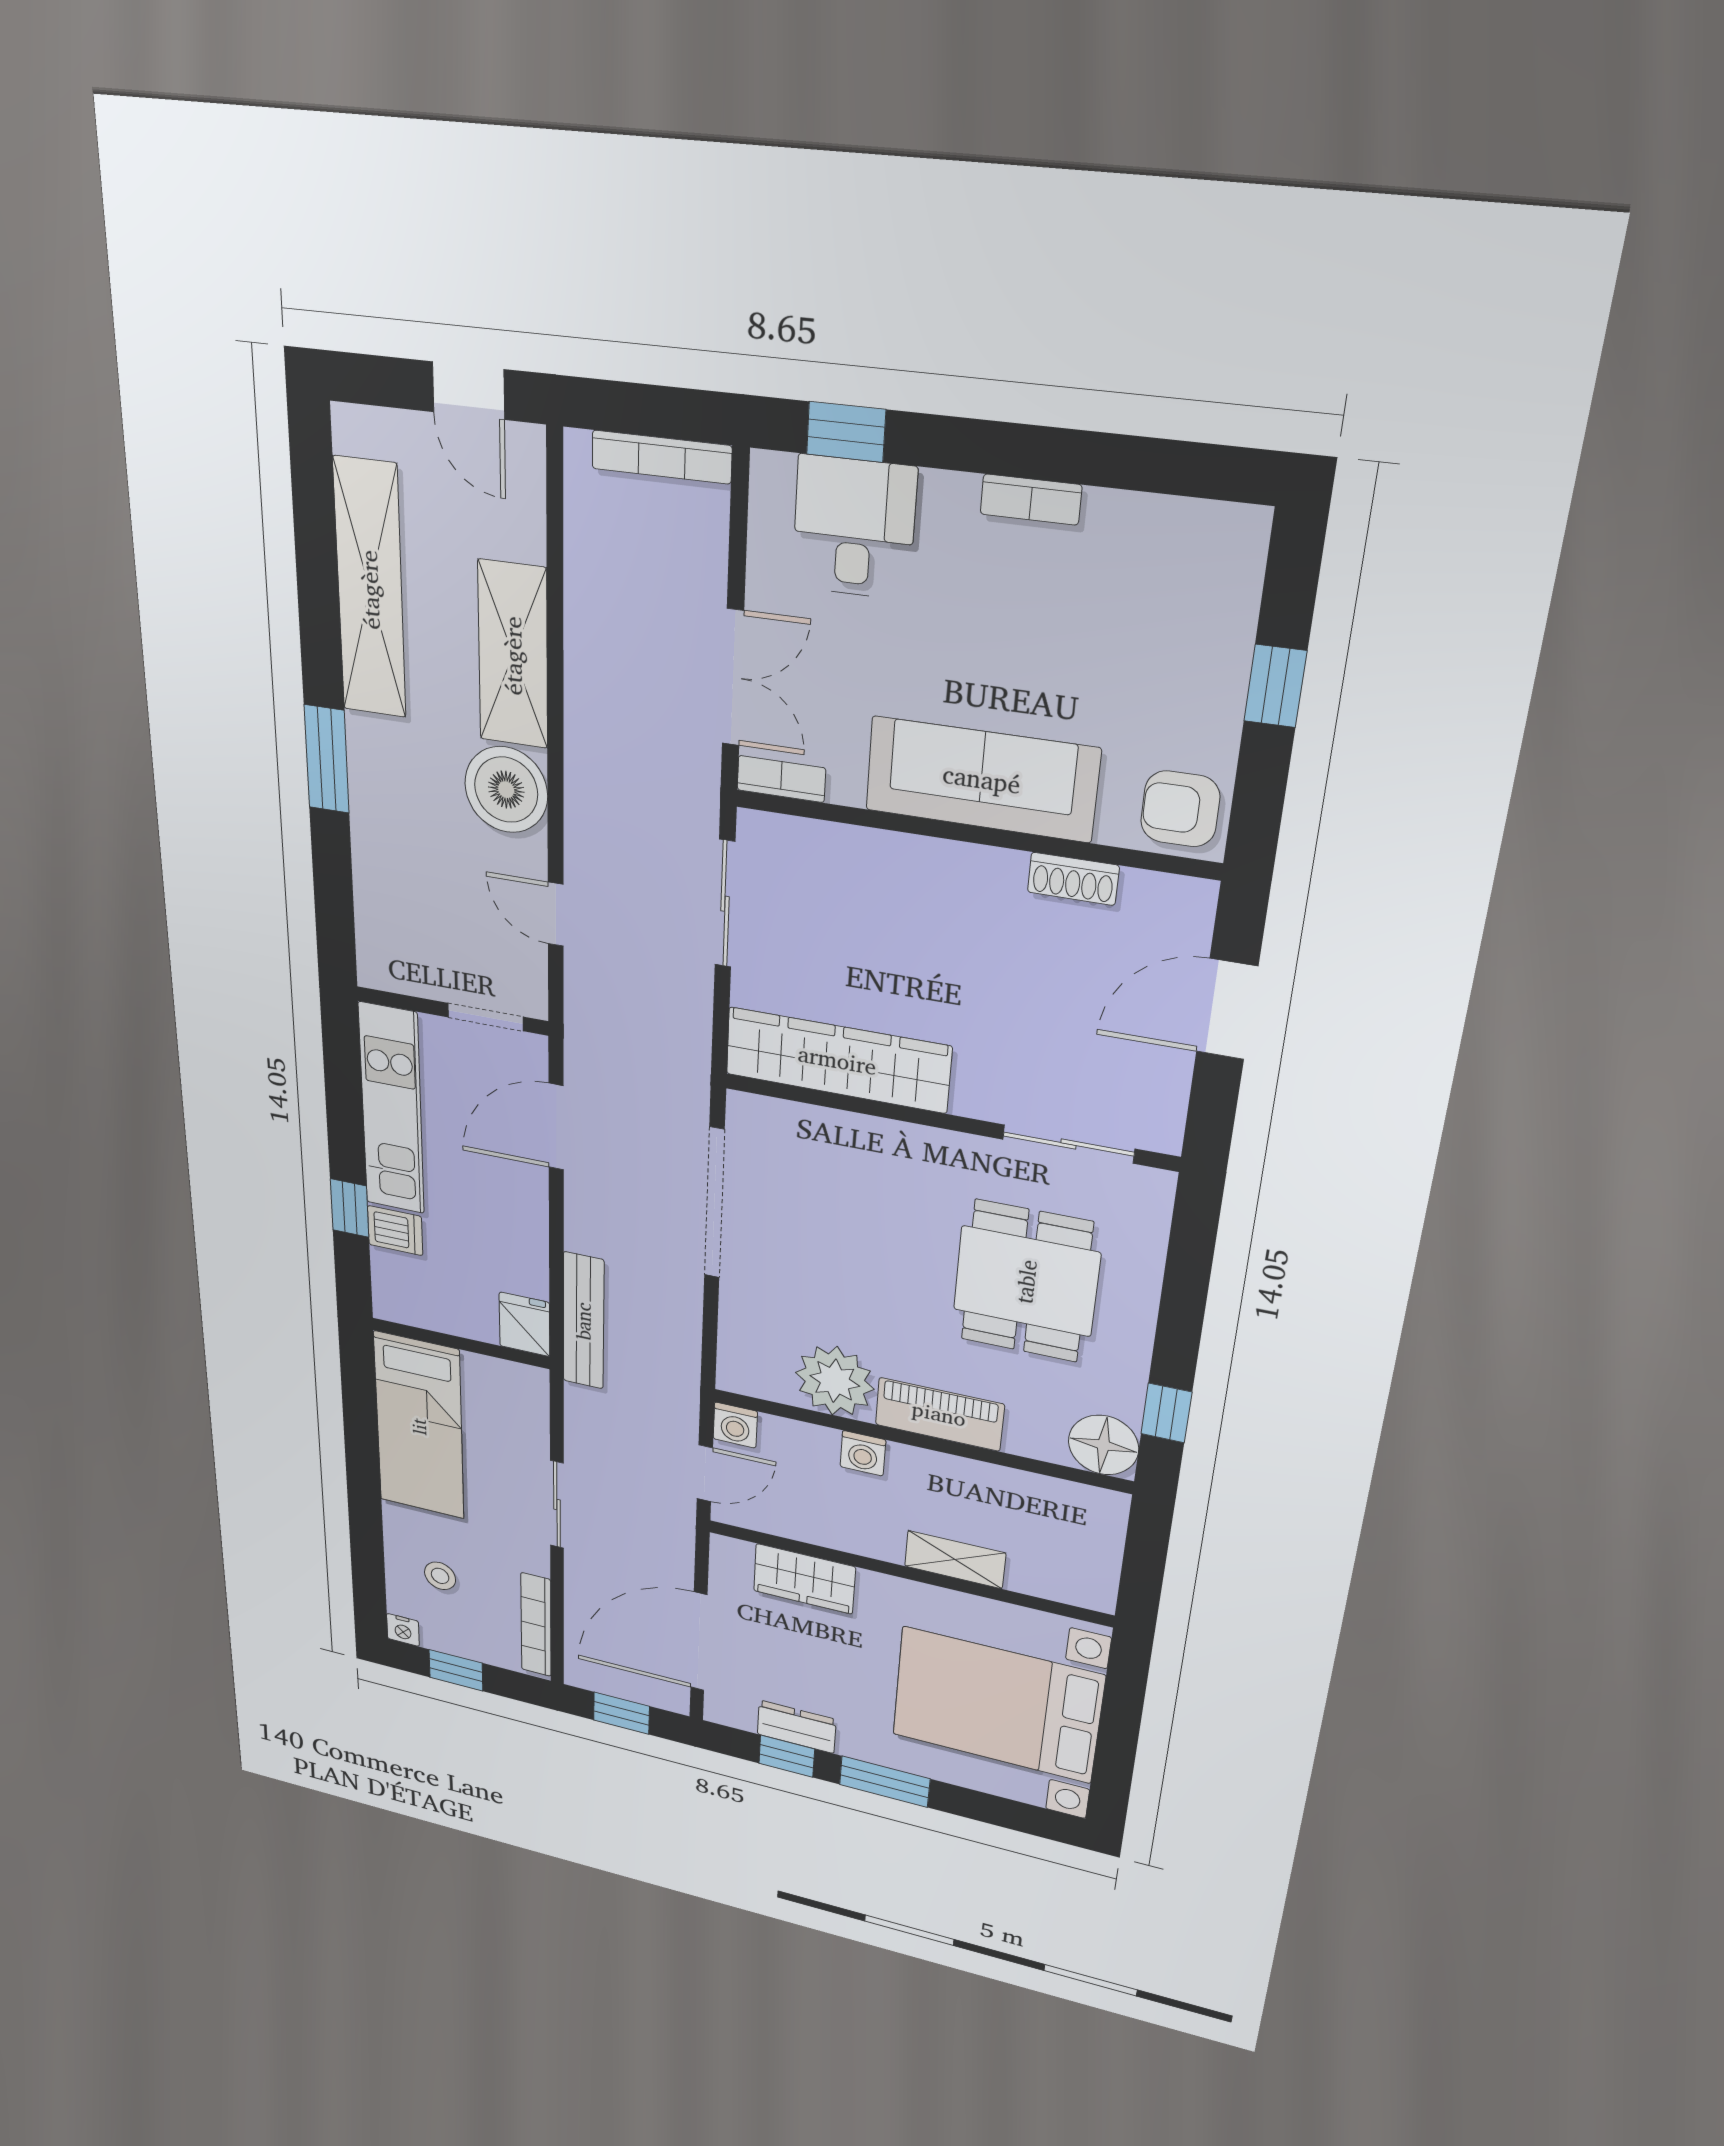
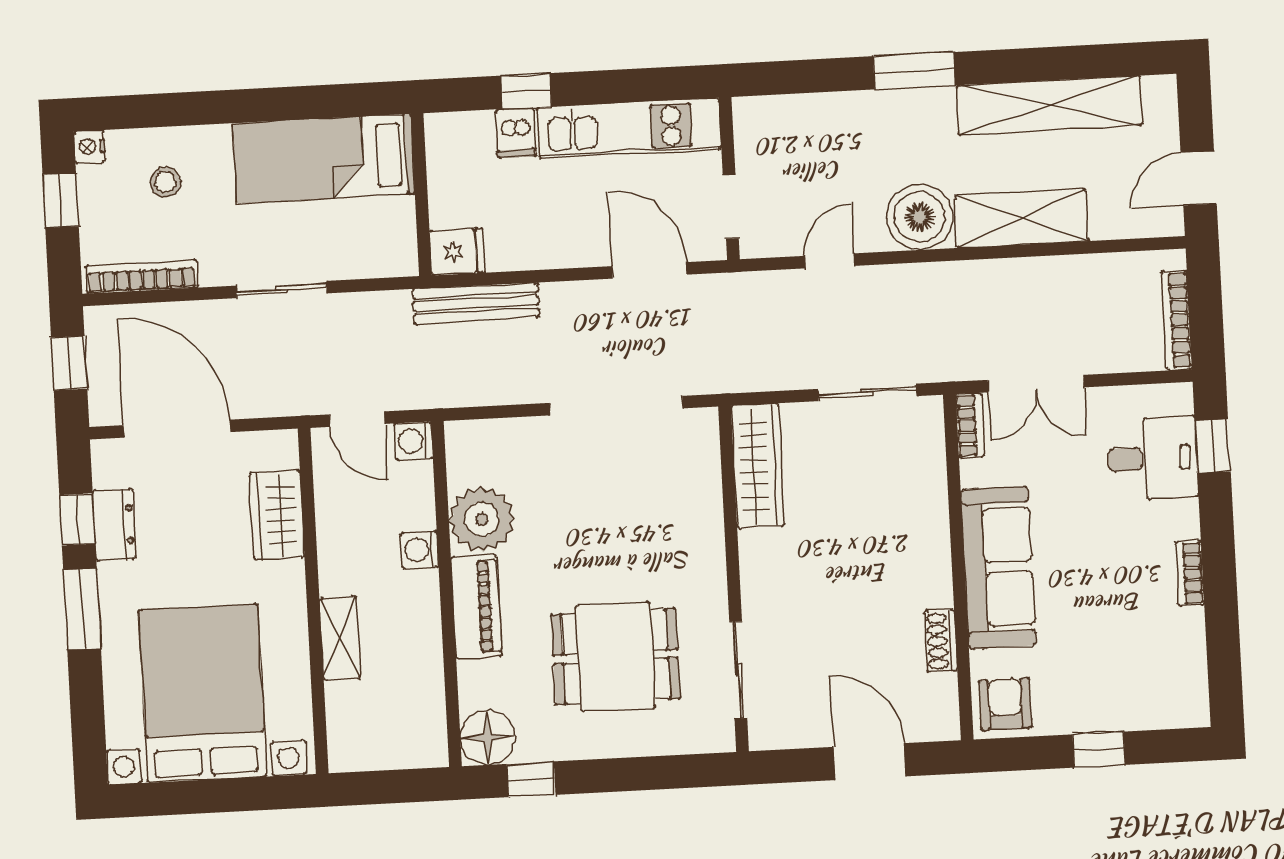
wardrobe: (837, 1060) -> (758, 466), width x0.71, depth x0.85

